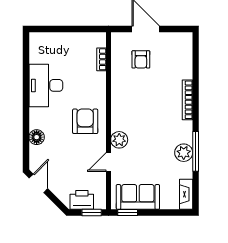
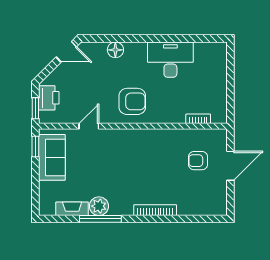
plant: (119, 140) -> (113, 138), removed
door: (108, 162) -> (89, 126), hinge flipped
fireplace: (186, 194) -> (72, 209), moved

